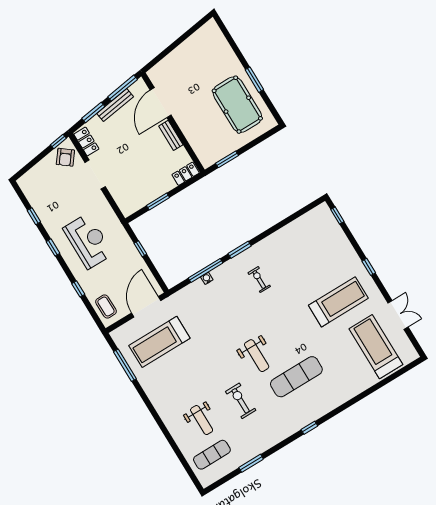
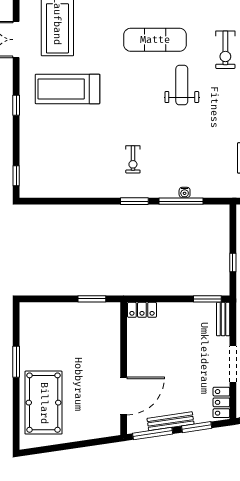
pool table: (237, 105) -> (44, 403), moved
bench: (171, 135) -> (223, 319), moved
window: (158, 201) -> (207, 299), moved

